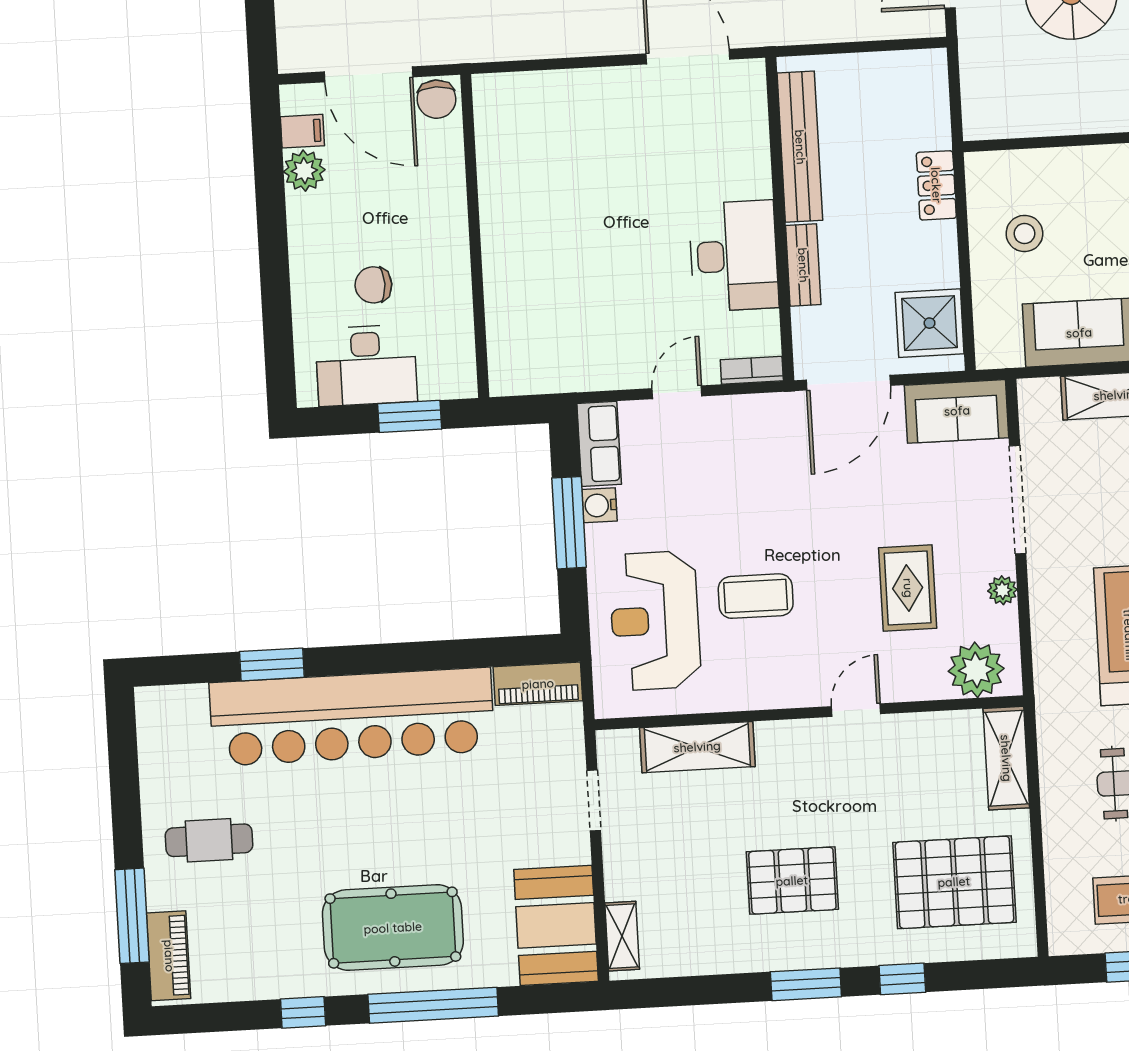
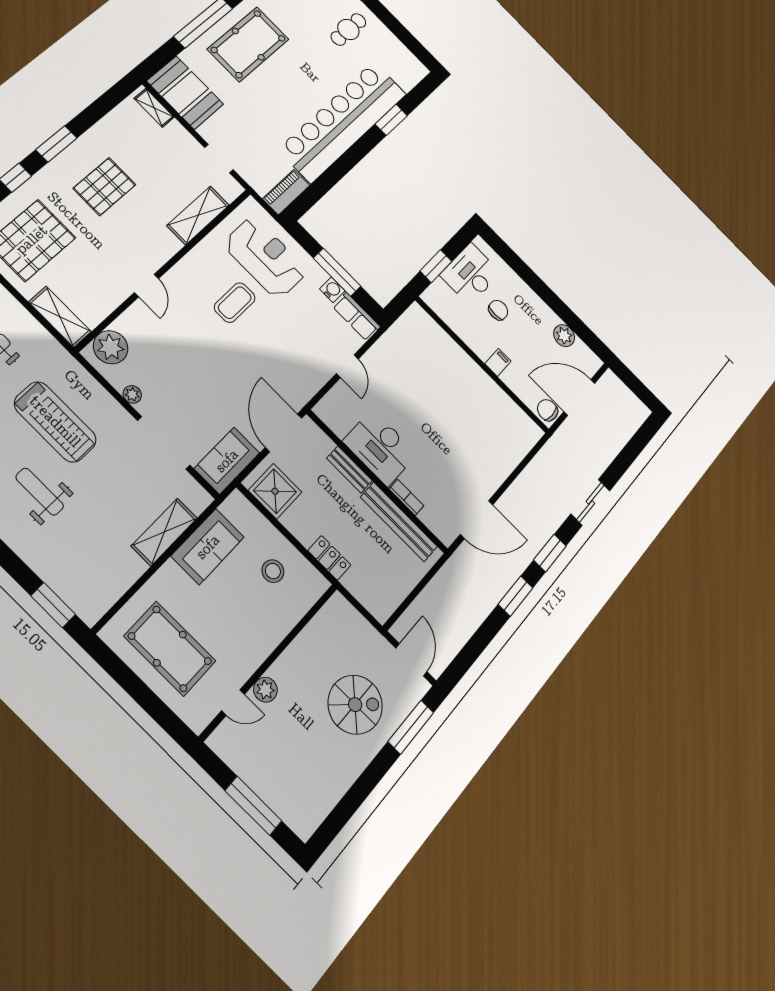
filing cabinet: (302, 131) -> (498, 362), moved, turned 180
bookcase: (752, 370) -> (406, 497), moved, turned -90
rug: (908, 588) -> (175, 360), removed

